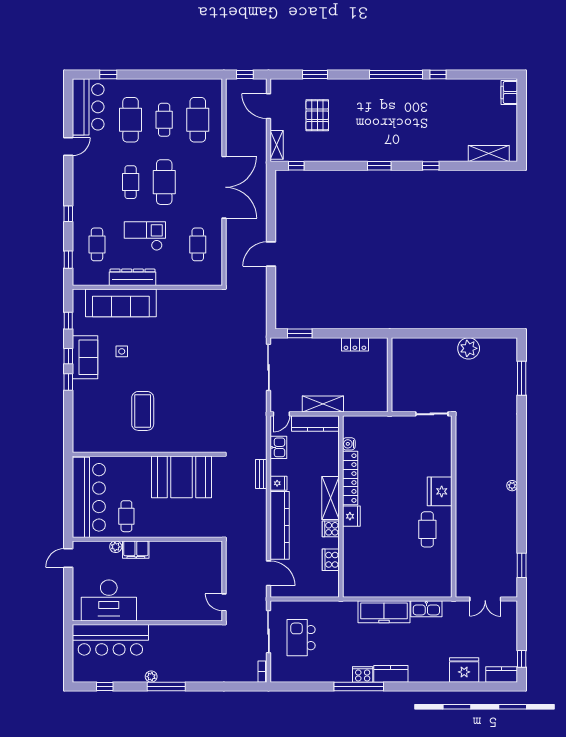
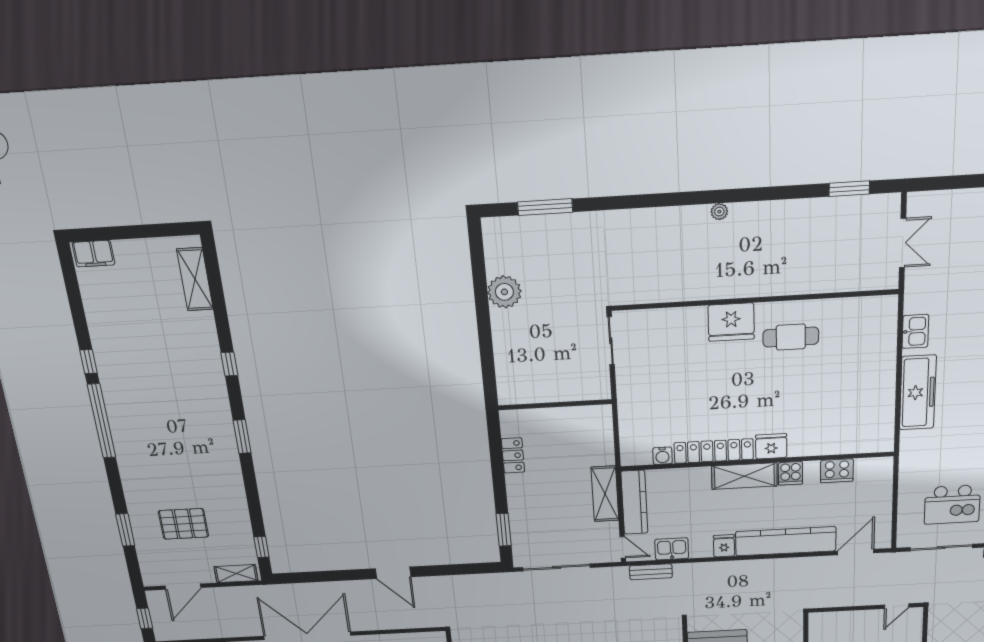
bench: (261, 474) -> (651, 572), moved
kitchen sink: (426, 609) -> (915, 331), width x0.73

